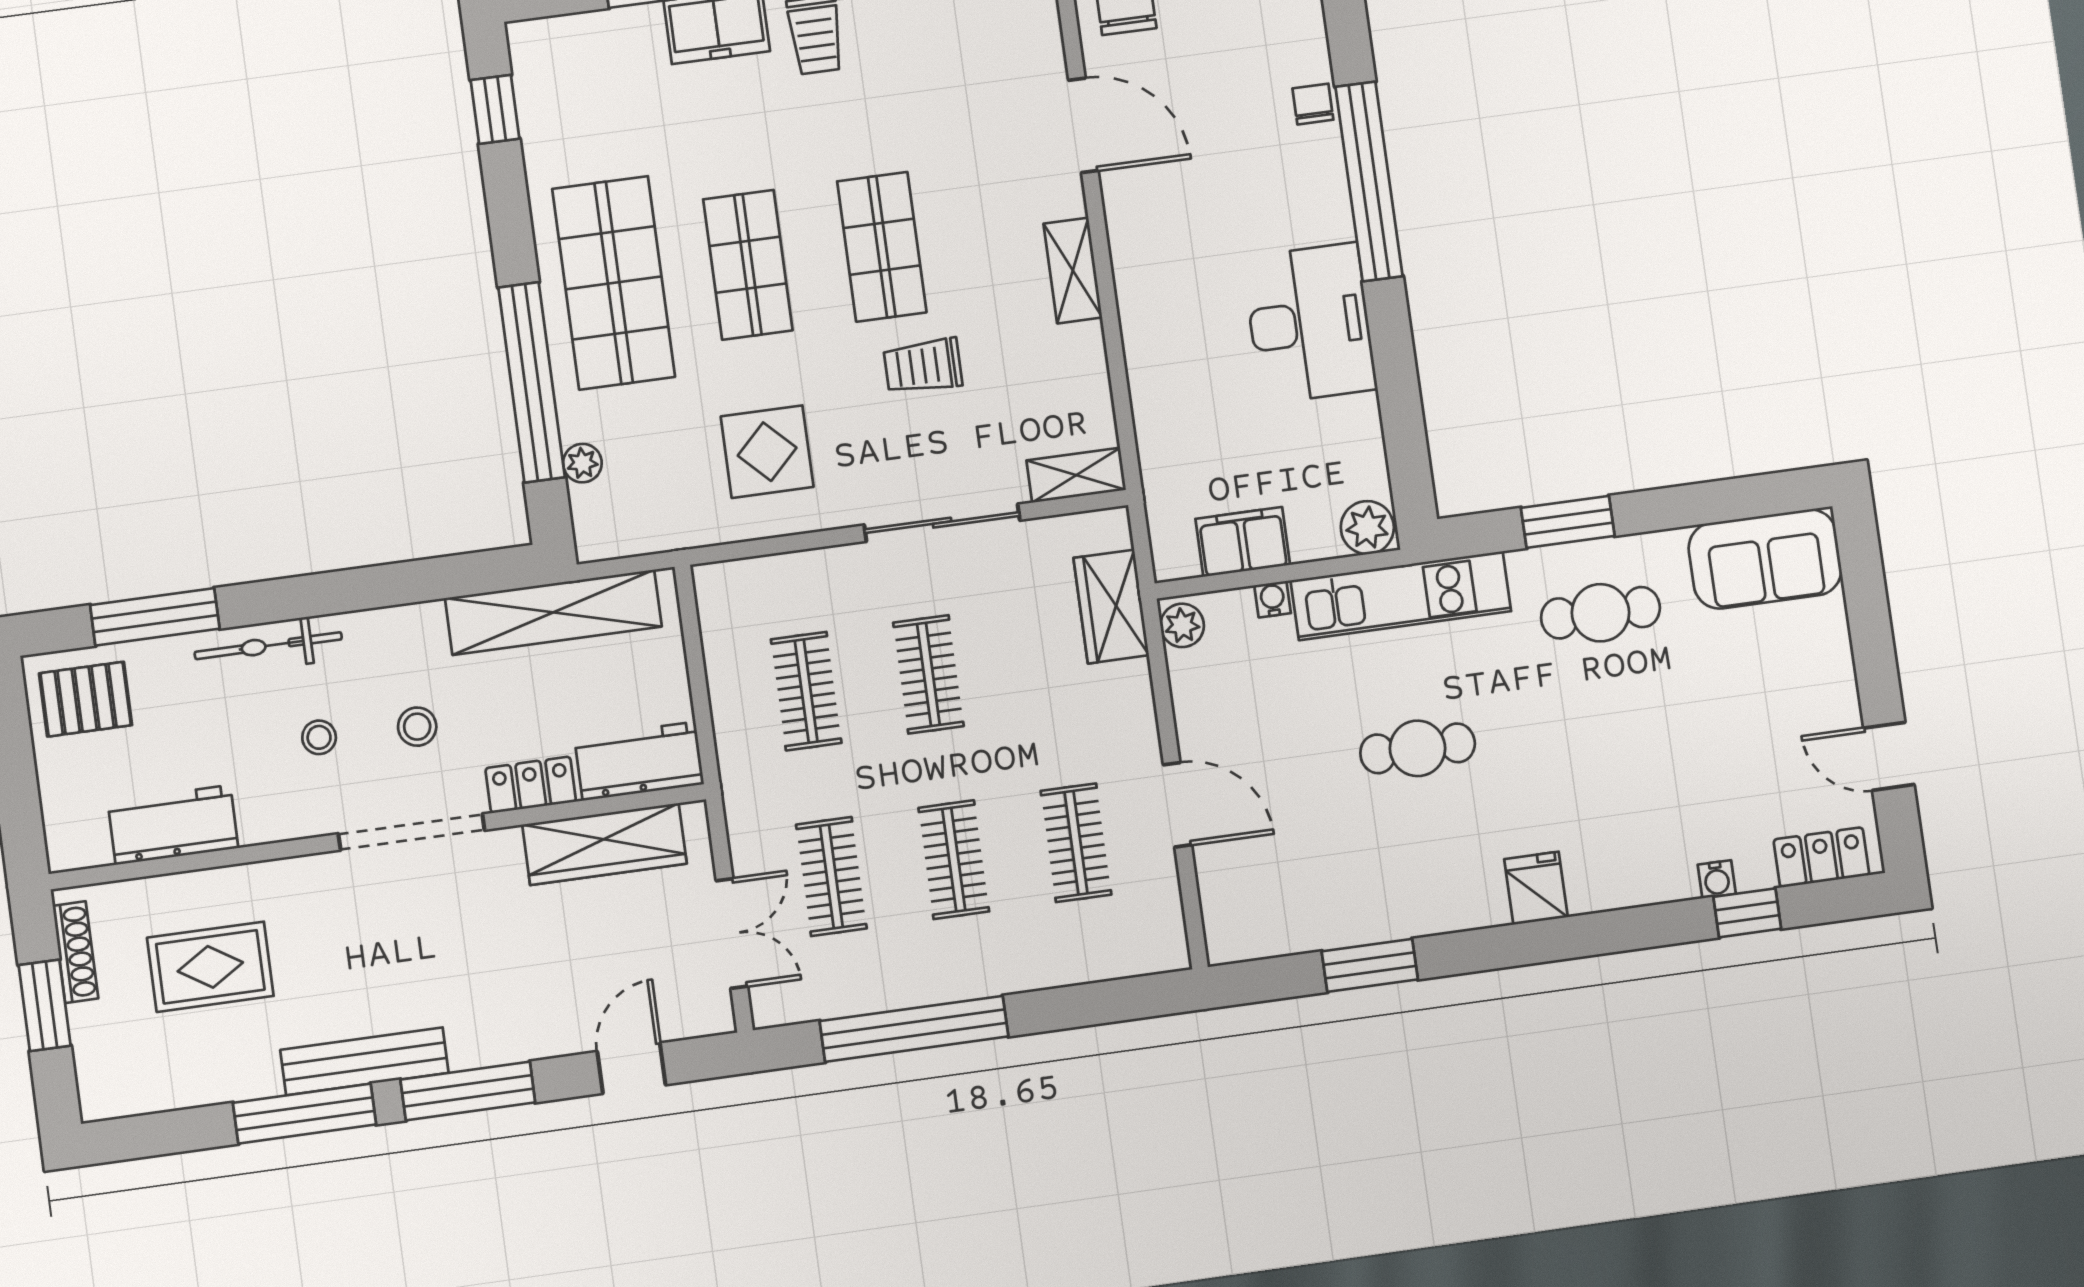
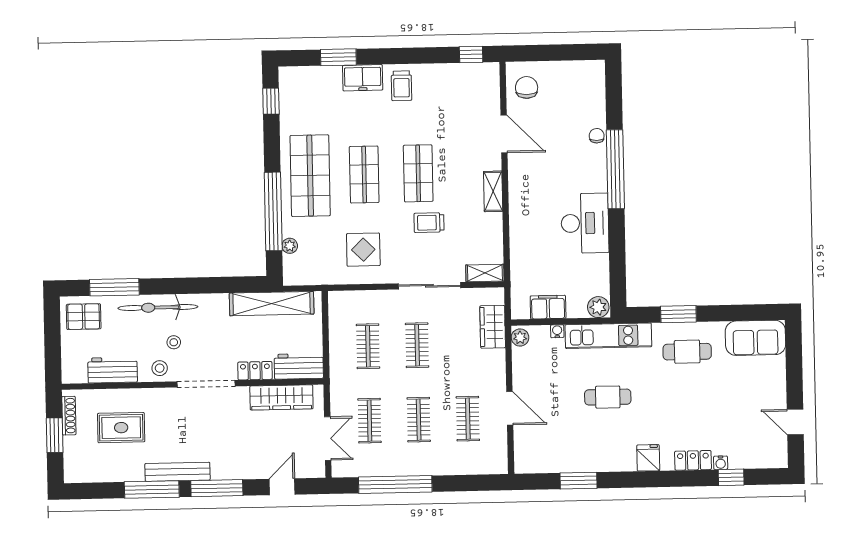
bicycle: (268, 646) -> (158, 307), width x1.37, depth x1.40
stool: (417, 727) -> (160, 368), moved
locker: (1821, 857) -> (693, 460), moved

